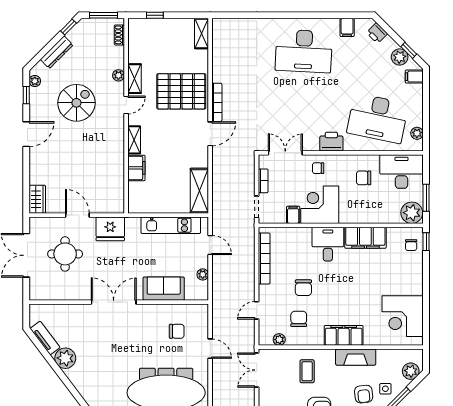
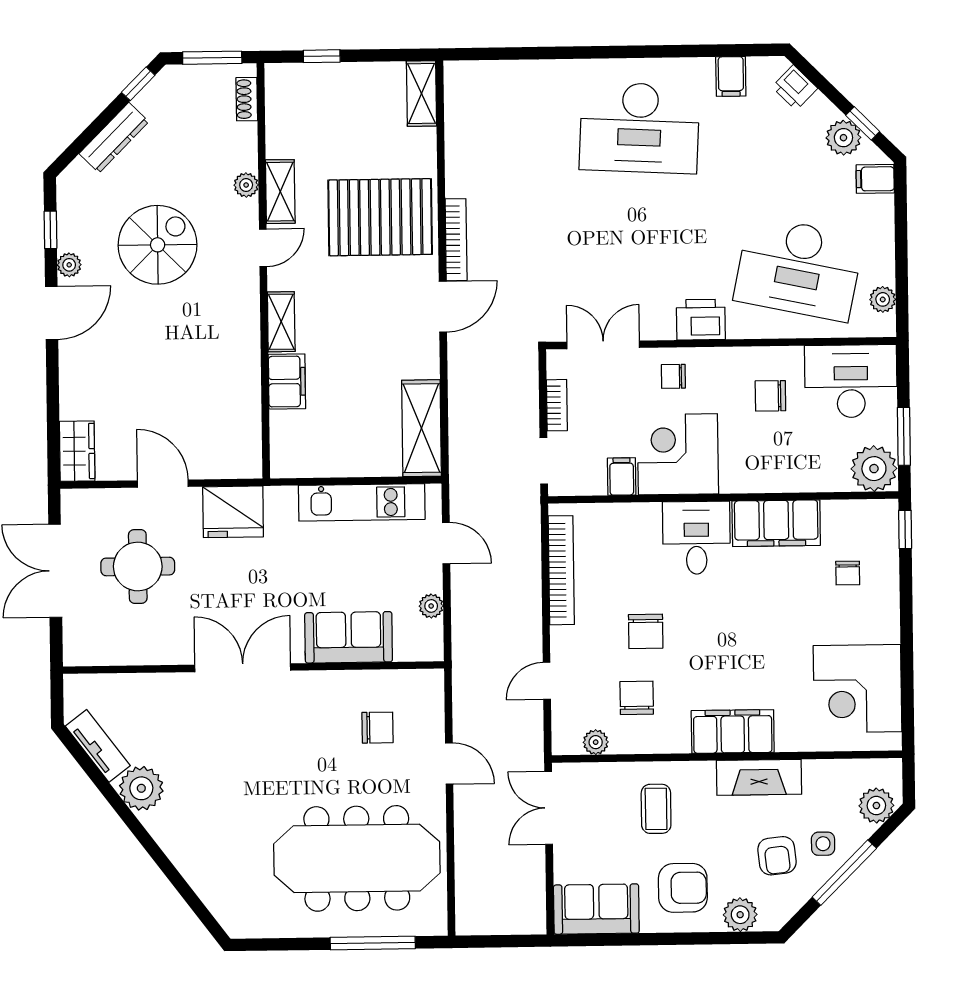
plant: (35, 81) -> (69, 265), moved
chair: (411, 245) -> (848, 573), moved

